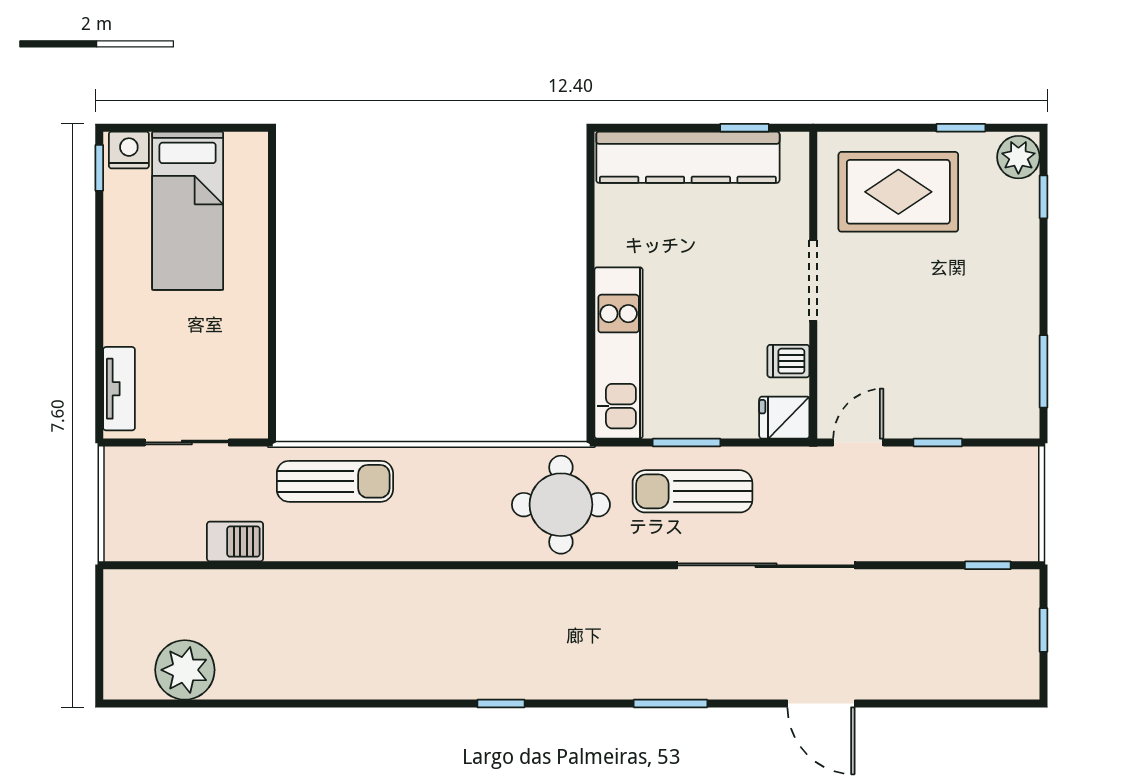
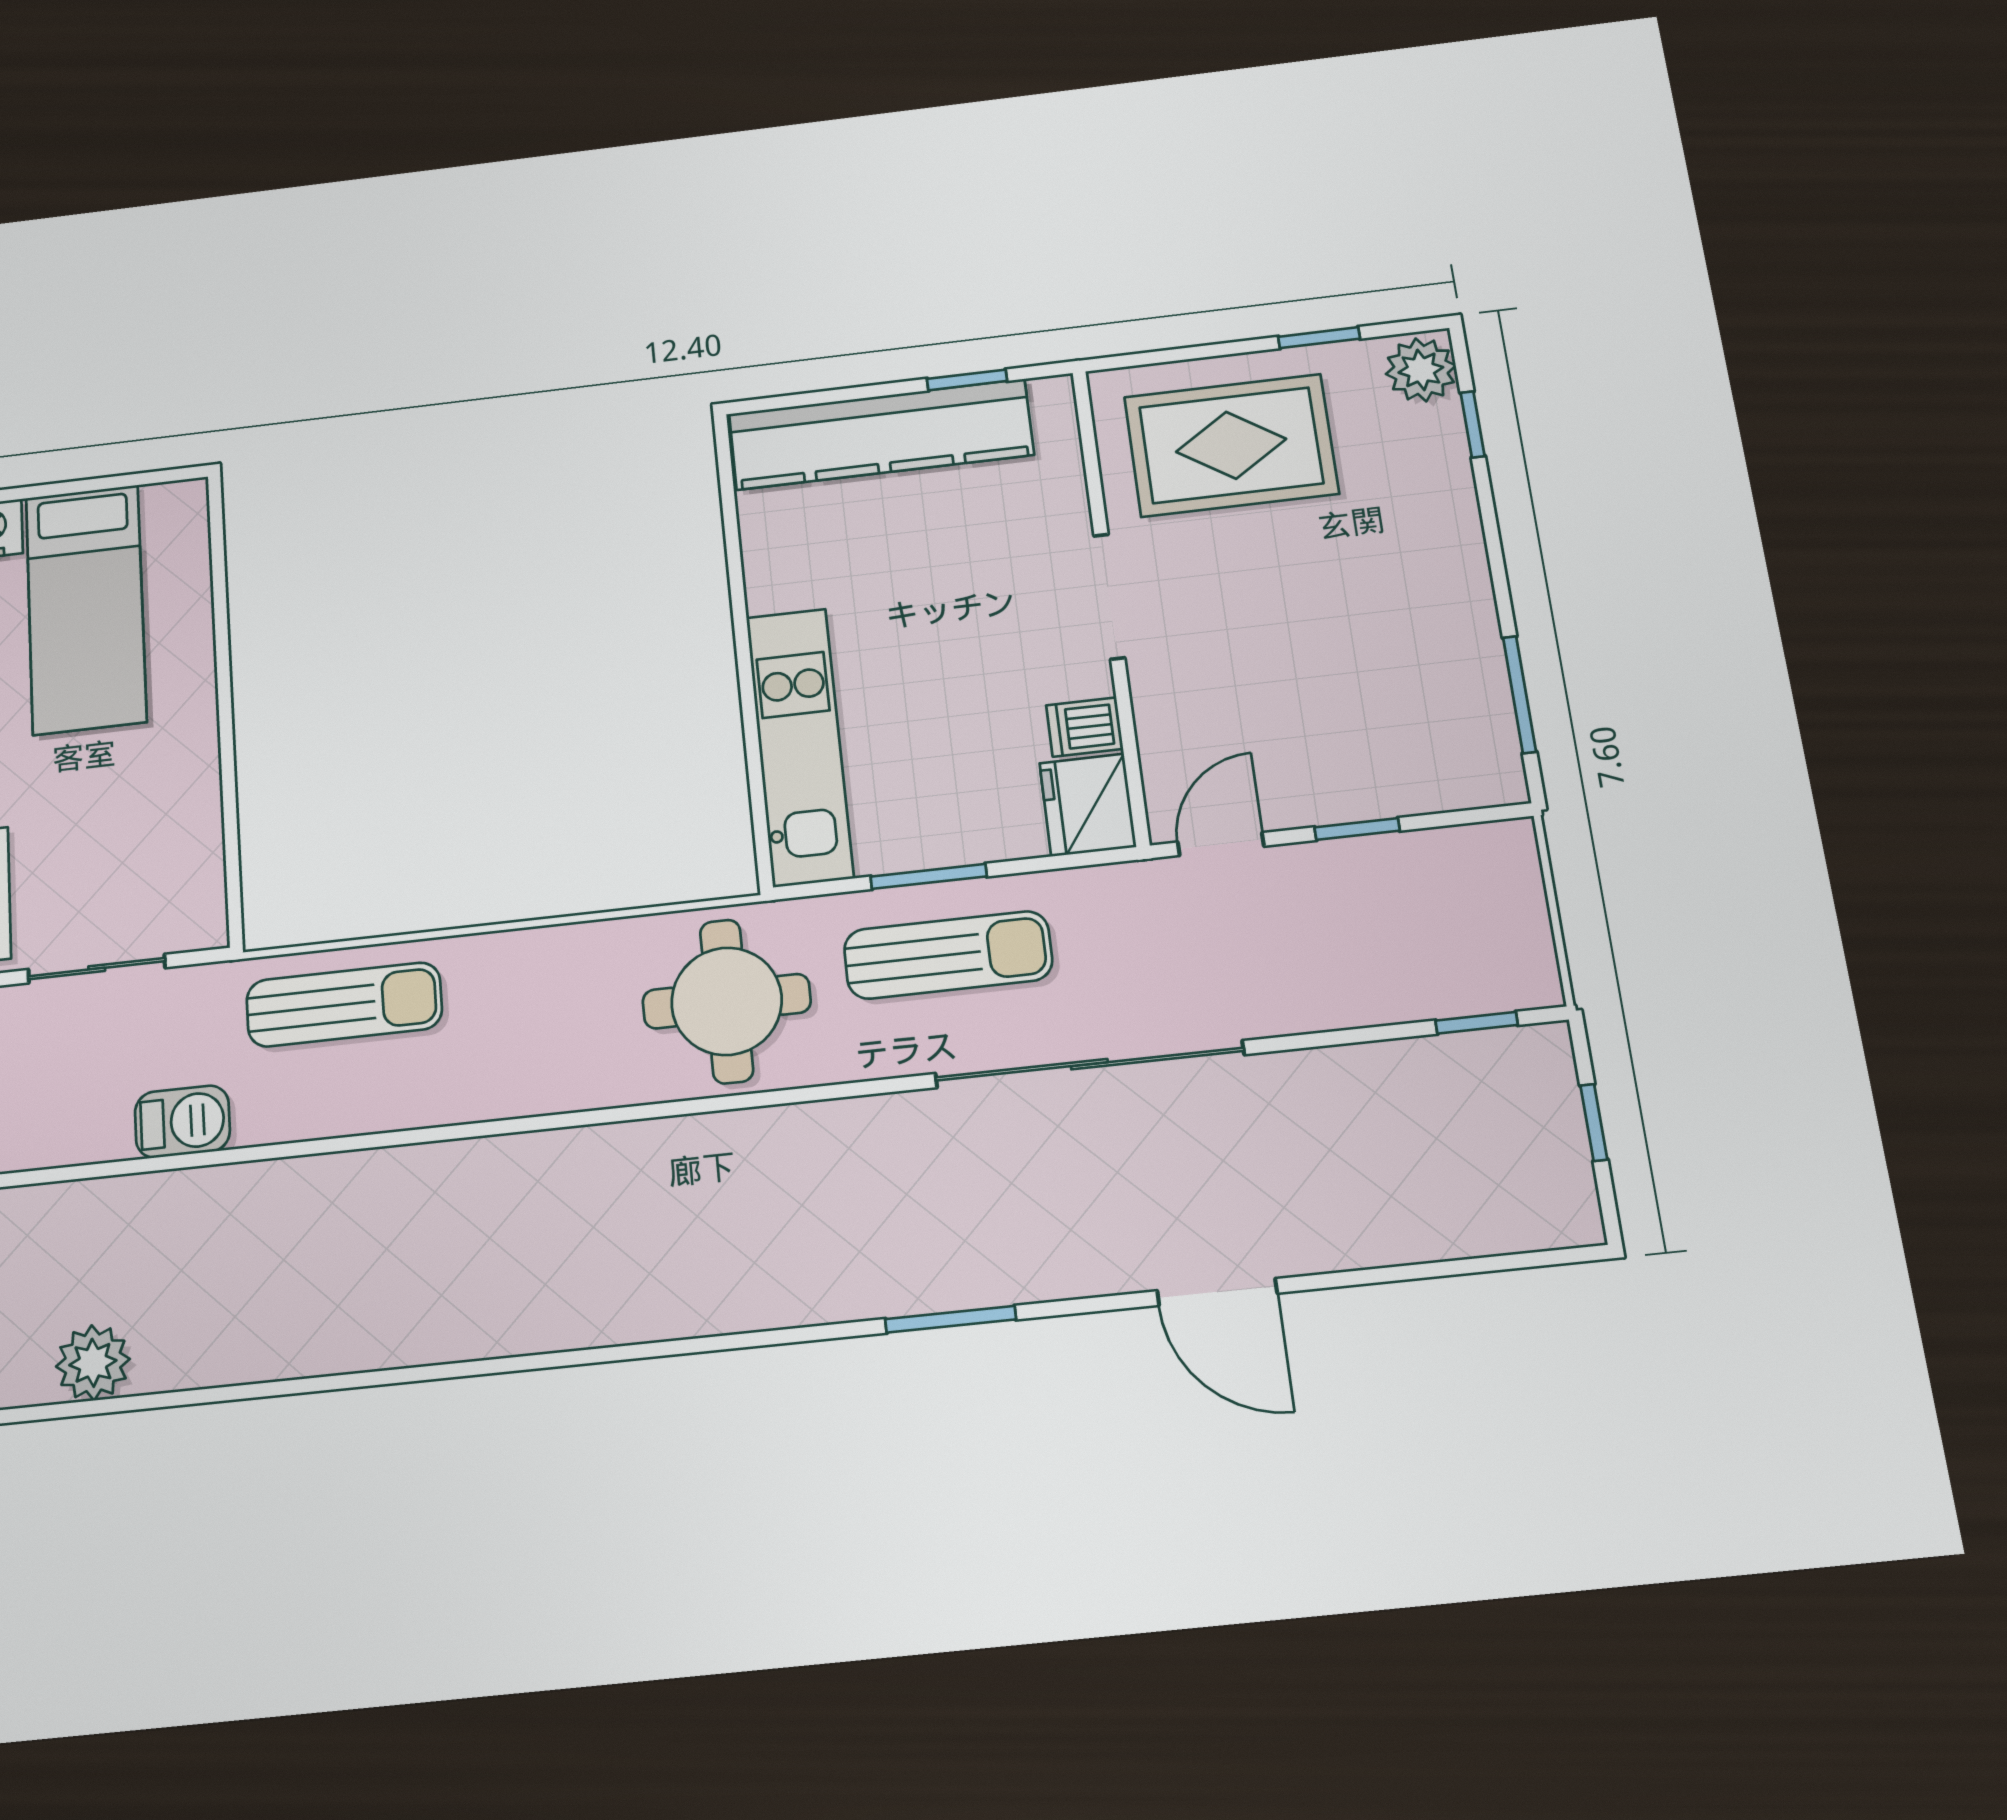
fridge: (784, 418) -> (1088, 805), width x1.38
sun lounger: (692, 491) -> (948, 955), turned 180
plant: (185, 670) -> (93, 1363), width x0.73, depth x0.73
window: (501, 703) -> (653, 1350), removed

